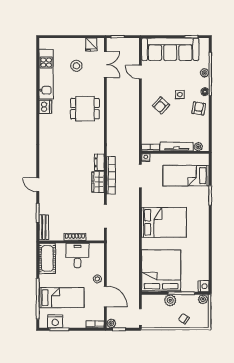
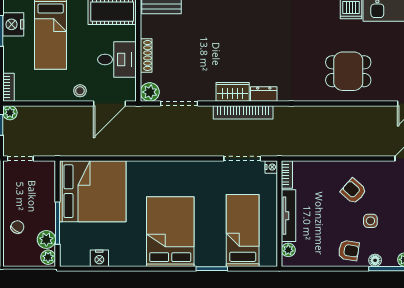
dining table: (85, 109) -> (348, 71), turned 90
bed: (164, 222) -> (170, 232), moved, turned 180
plant: (98, 235) -> (150, 92), added
nightstand: (204, 286) -> (99, 258), moved
door: (105, 297) -> (109, 104), moved
plant: (170, 300) -> (46, 239), moved

